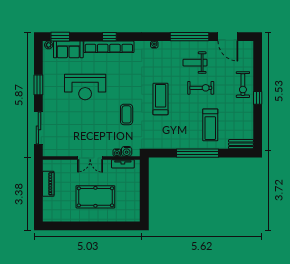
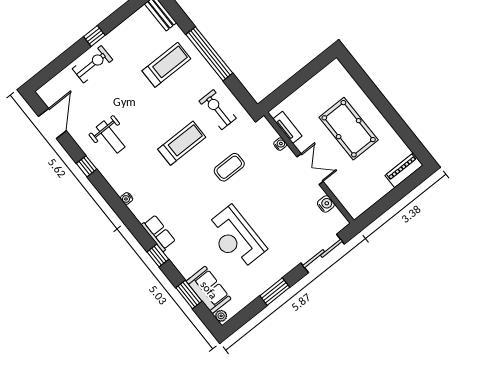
window: (60, 37) -> (189, 294), moved
window: (190, 37) -> (87, 166), width x0.32
row of seats: (109, 47) -> (158, 233), width x0.50
reception desk: (85, 87) -> (235, 238), turned 180
exercise bike: (201, 88) -> (218, 110), moved
treadmill: (161, 99) -> (182, 143), turned 180
water cooler: (127, 151) -> (326, 204), moved
piano: (48, 184) -> (404, 170), moved

